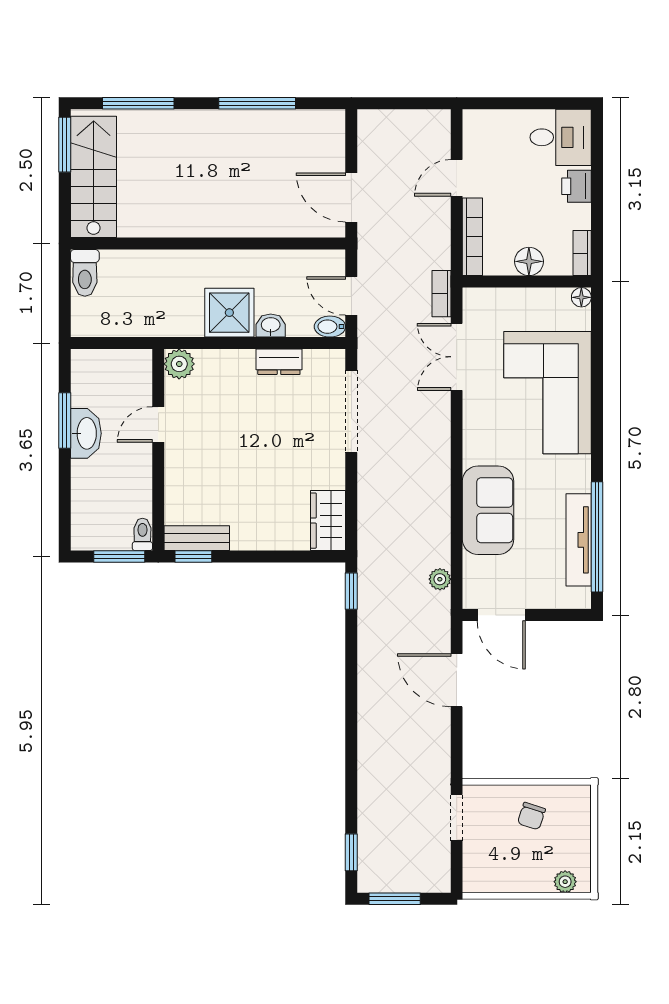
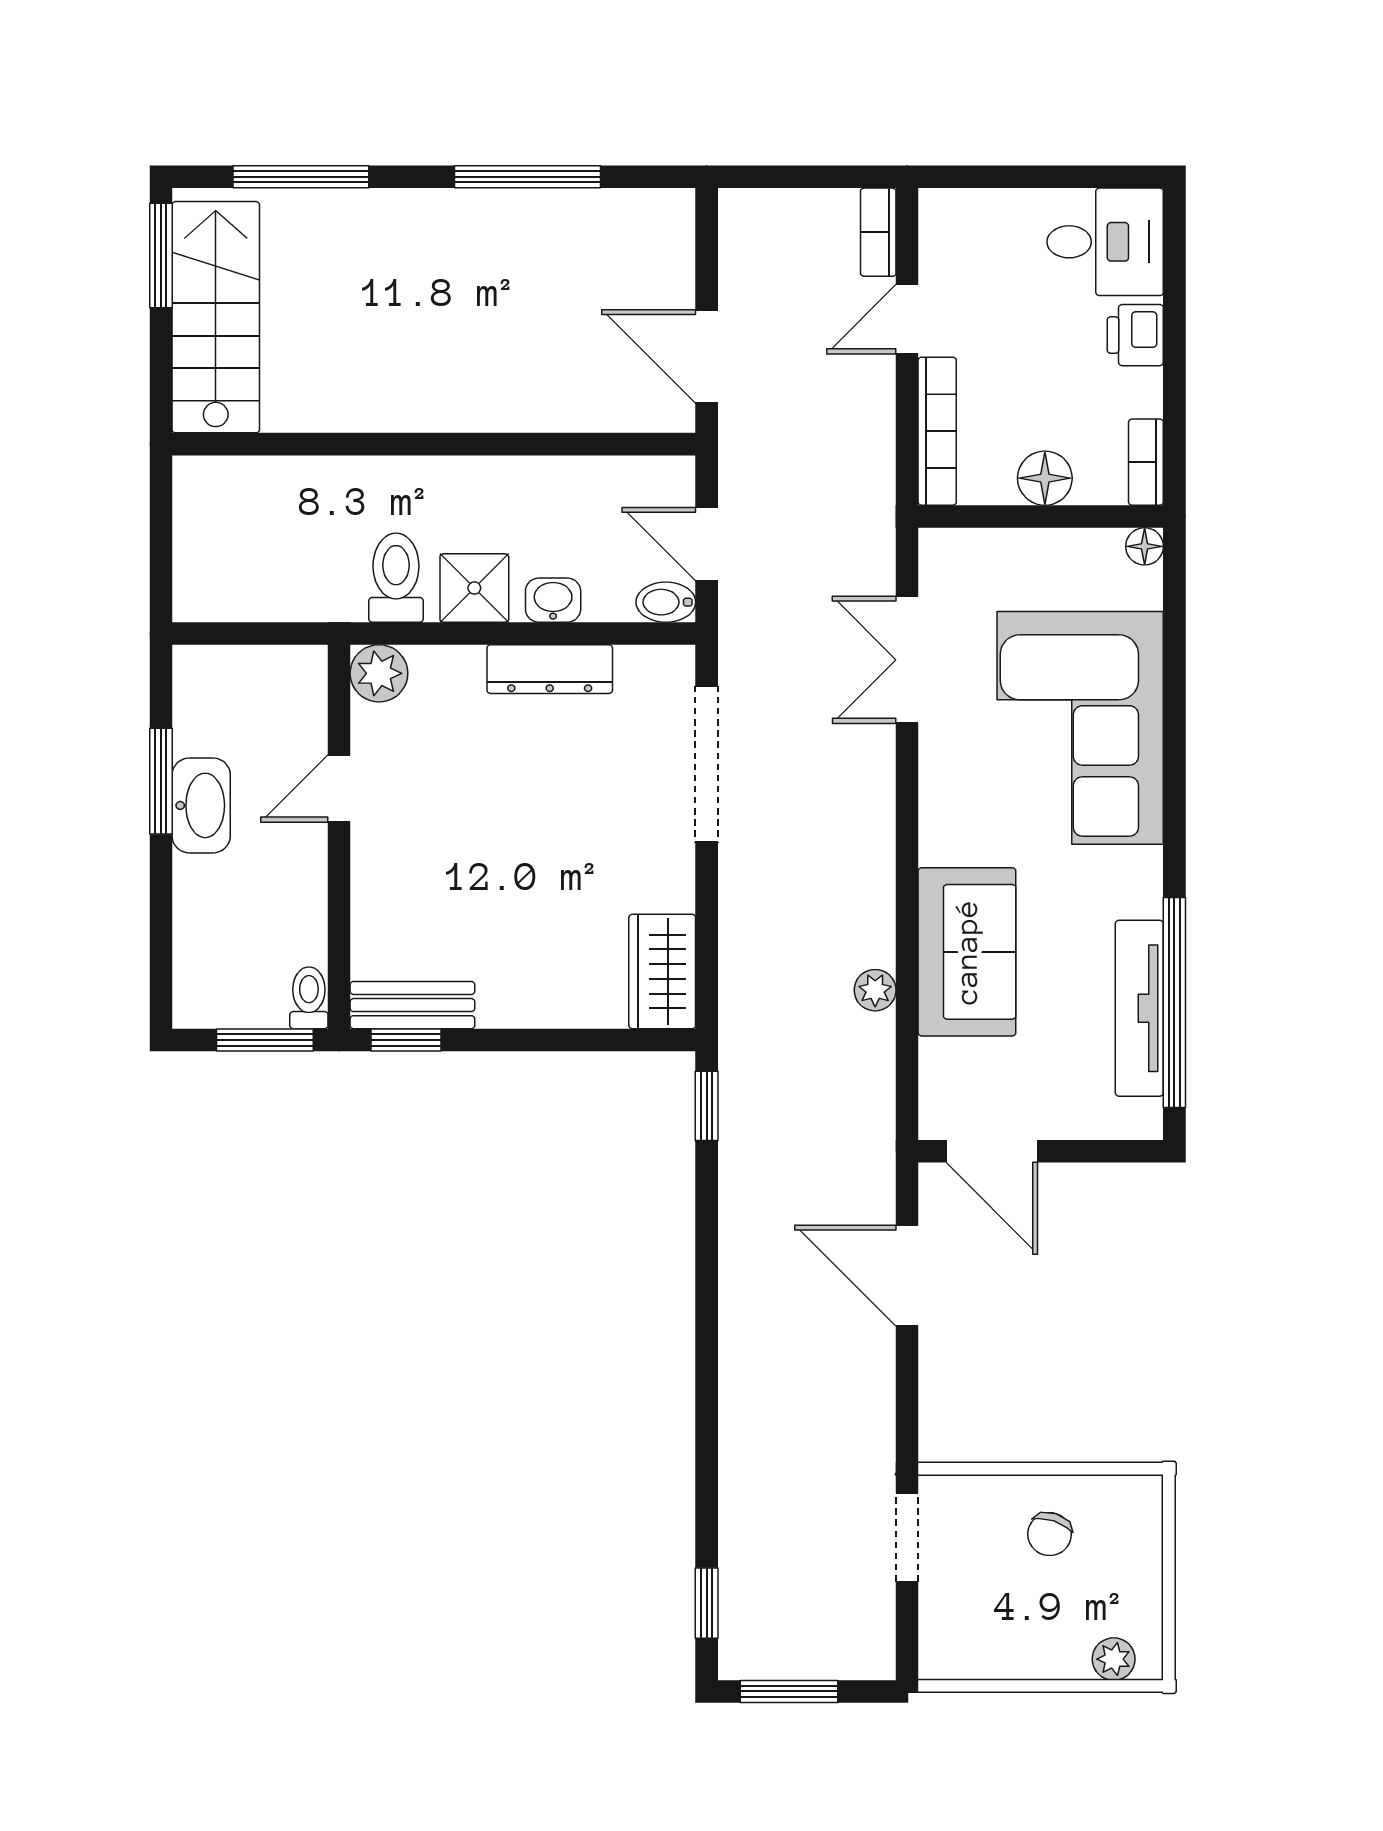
toilet: (85, 273) -> (396, 578), moved, turned 180
bookcase: (441, 294) -> (878, 232), moved
shower: (229, 313) -> (474, 588), width x0.73, depth x0.73
dresser: (279, 362) -> (550, 669), width x1.44
plant: (440, 579) -> (875, 990), moved

